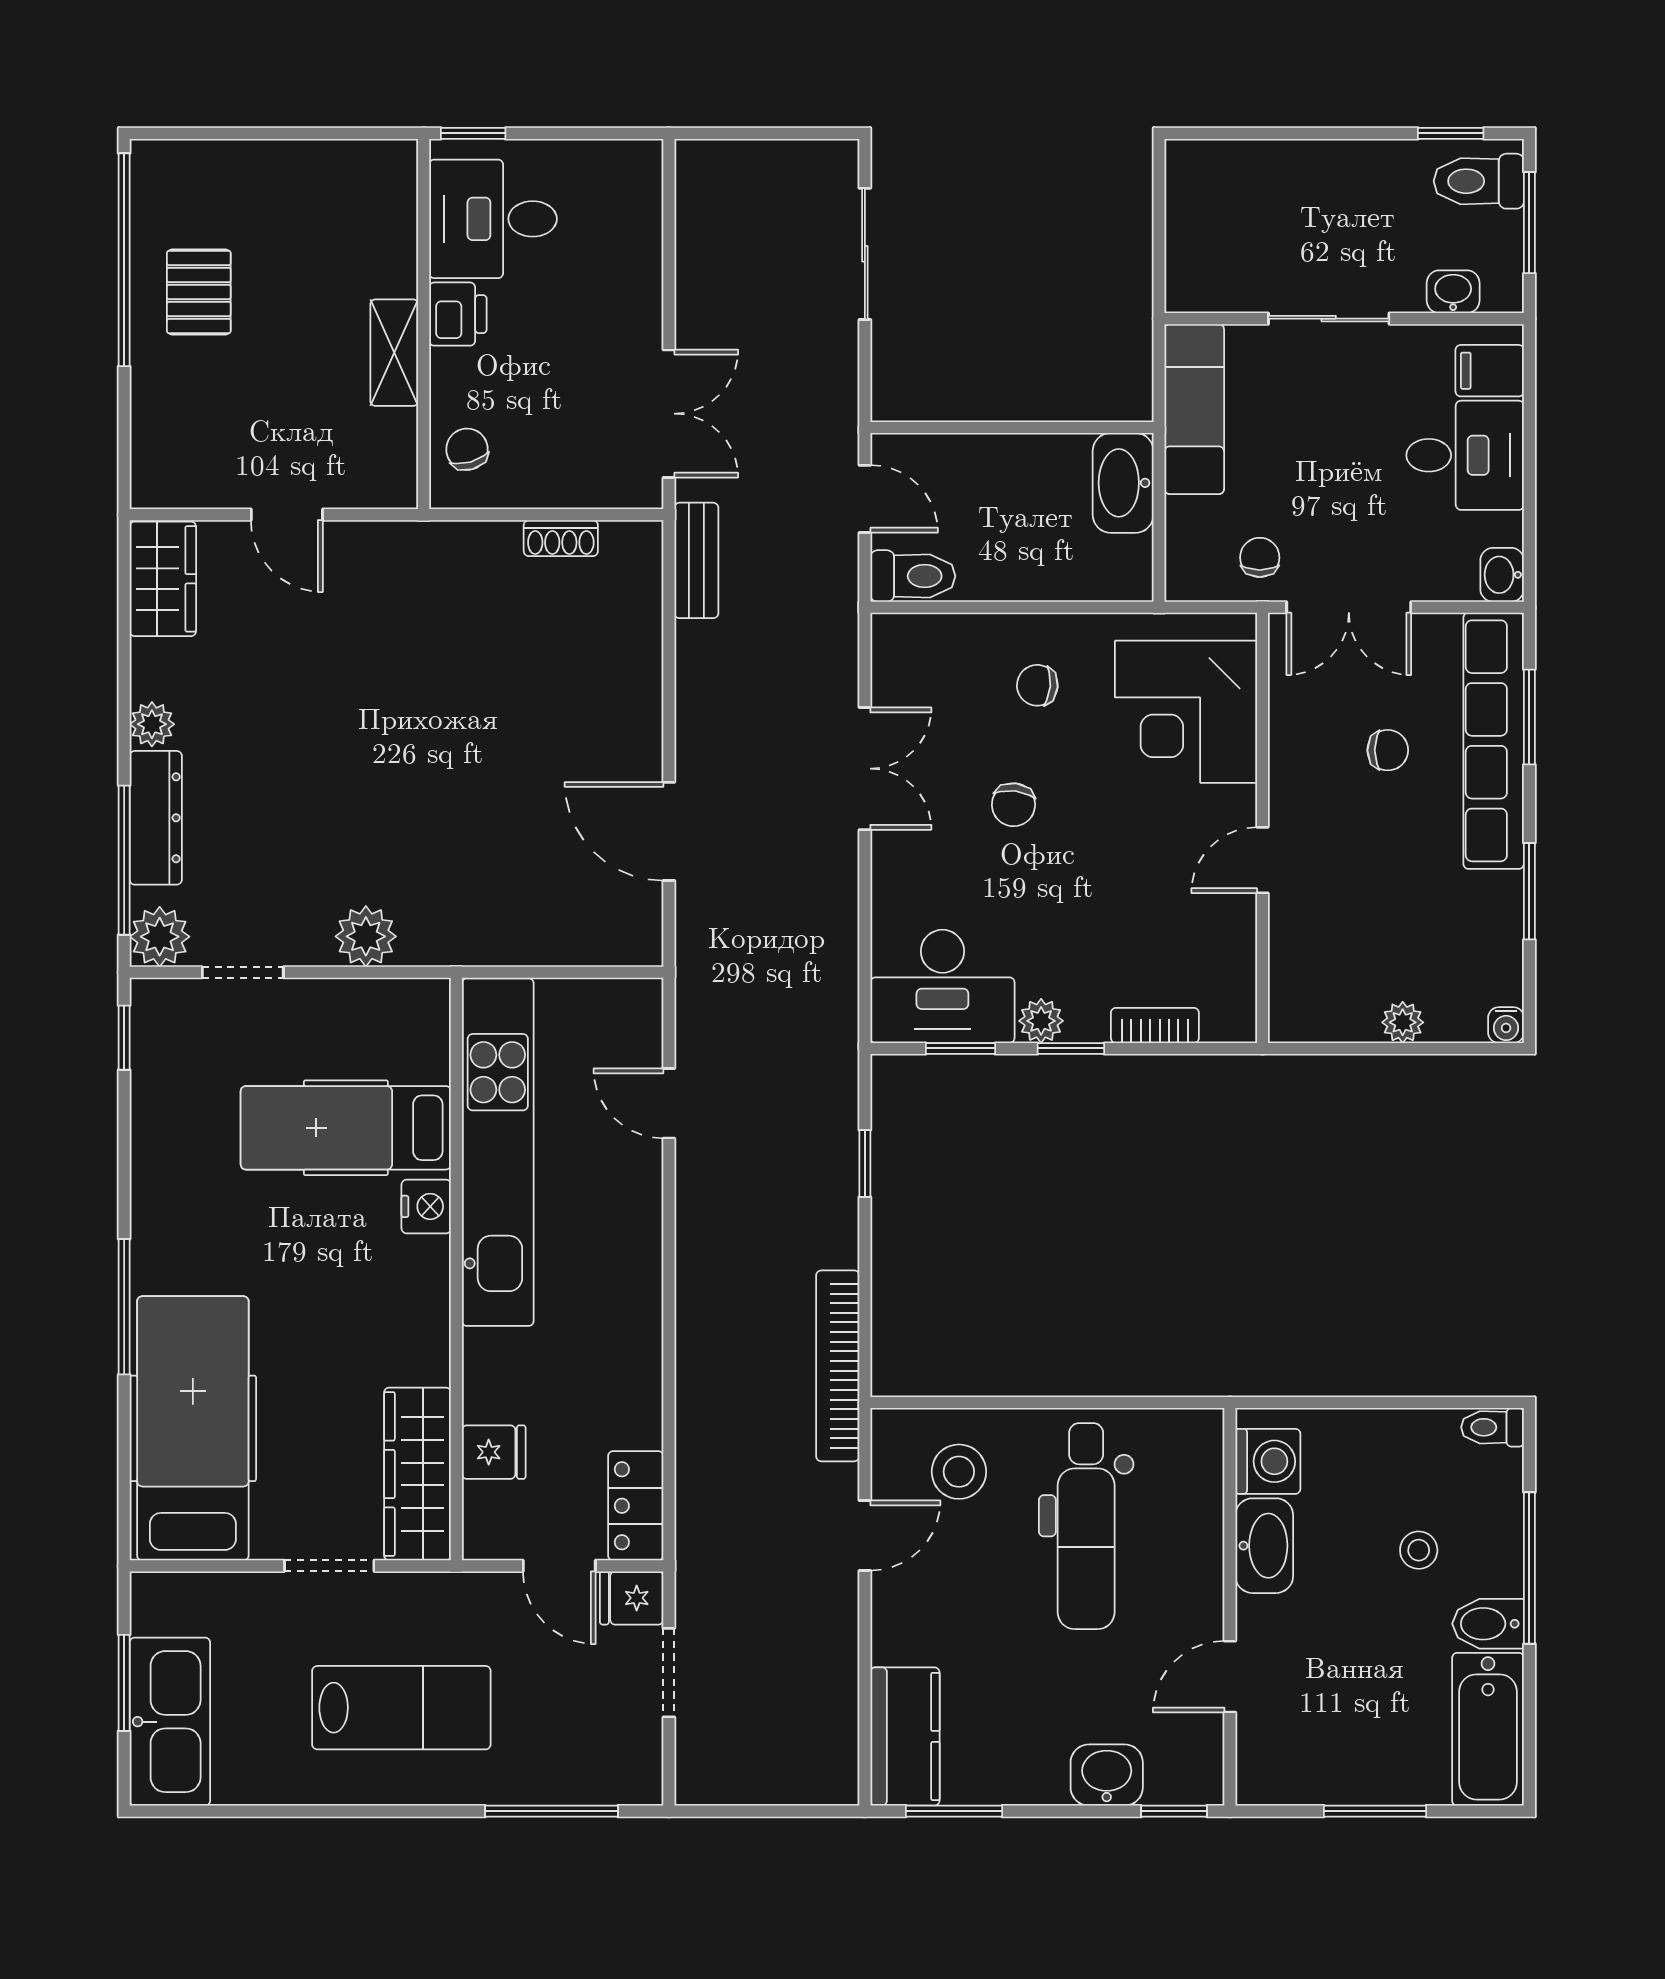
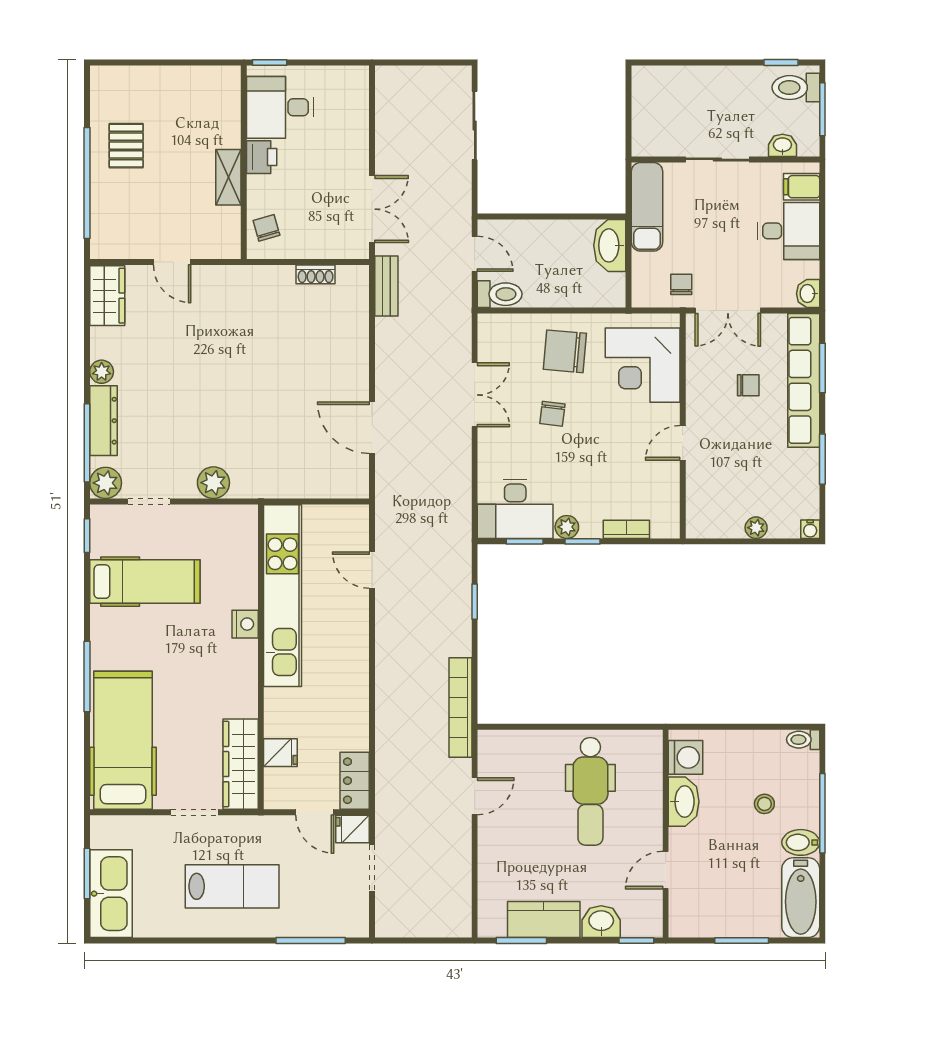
window: (124, 260) -> (87, 183), moved
chair: (1037, 685) -> (565, 351), width x1.87, depth x1.87
hospital bed: (346, 1128) -> (145, 582), moved, turned 180
stool: (959, 1472) -> (524, 763), removed
kitchen counter: (905, 1736) -> (544, 919), moved, turned -90

